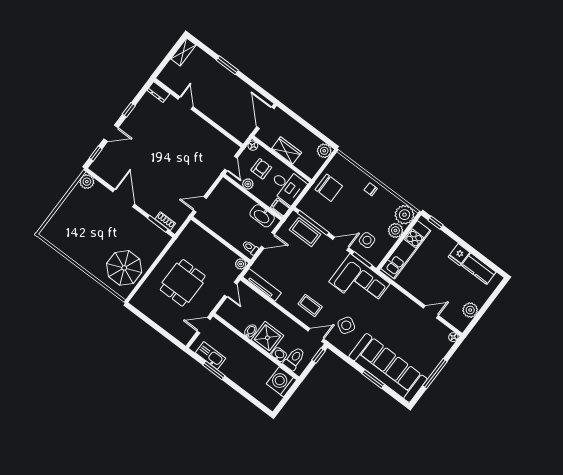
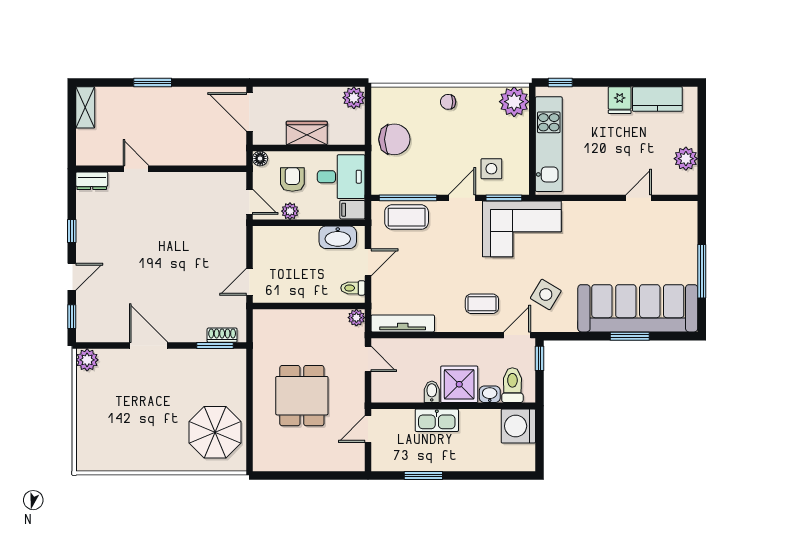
plant: (395, 230) -> (518, 130), removed
floor lamp: (453, 337) -> (690, 208), removed
kitchen sink: (211, 356) -> (437, 420), moved, turned 180

